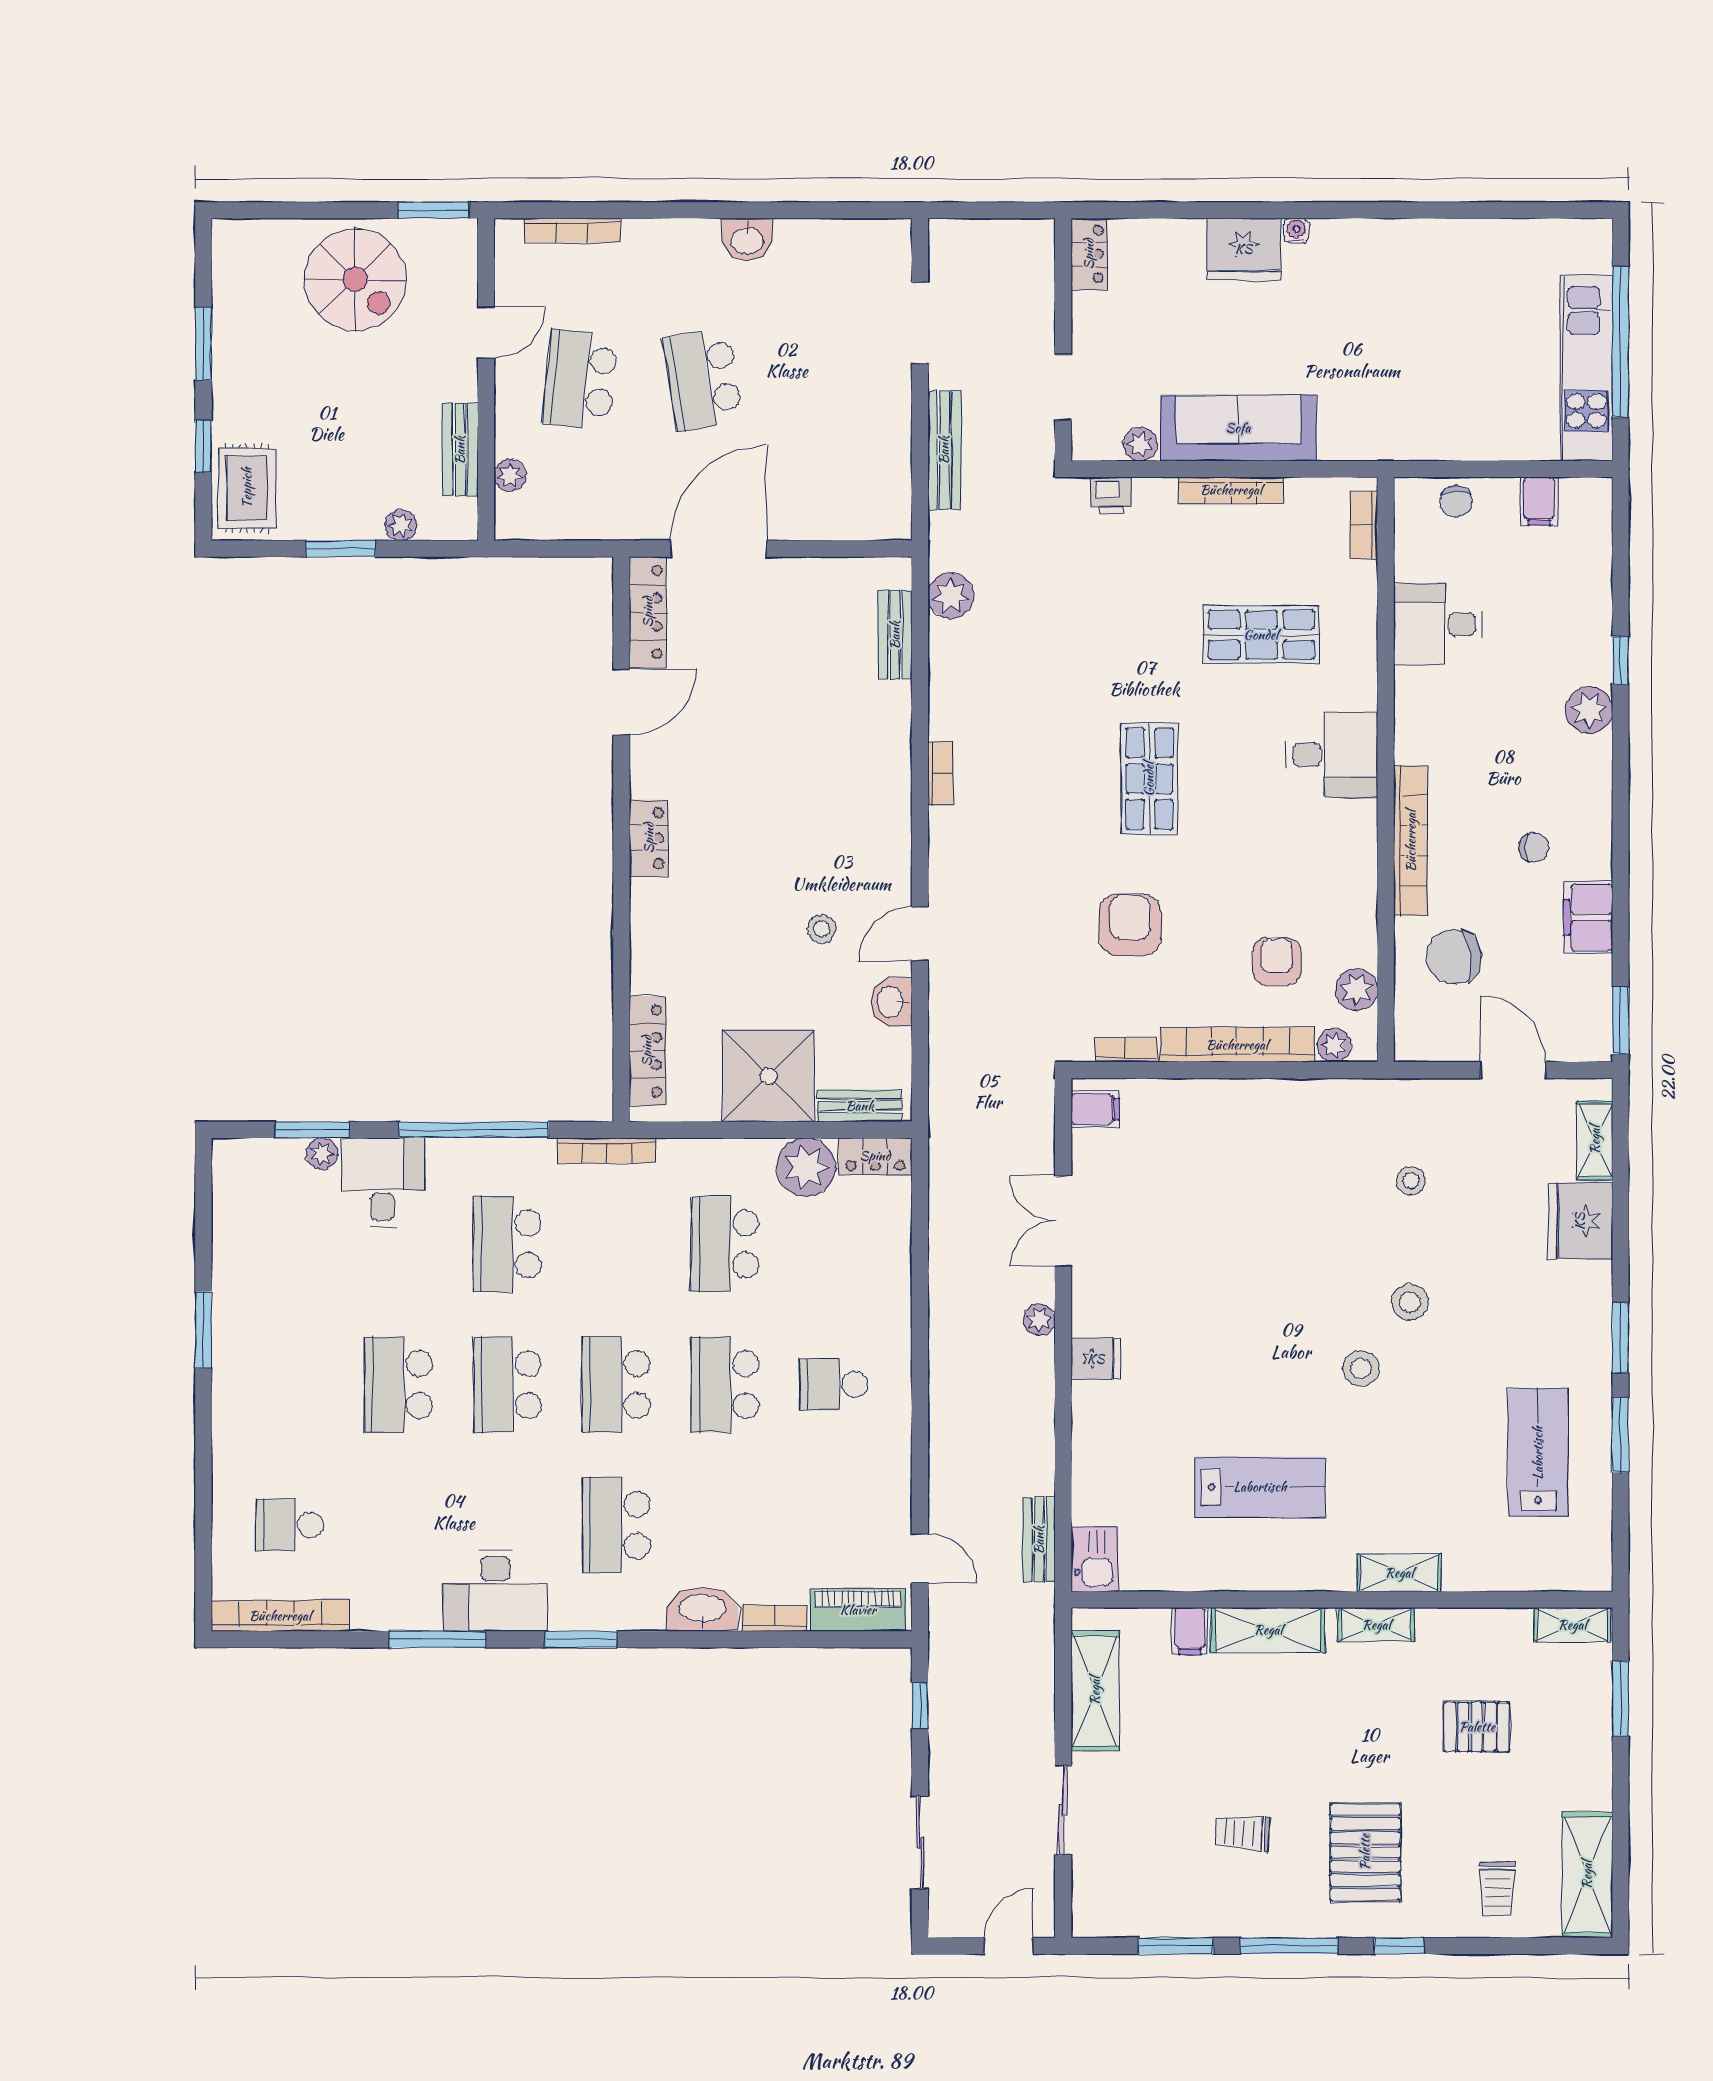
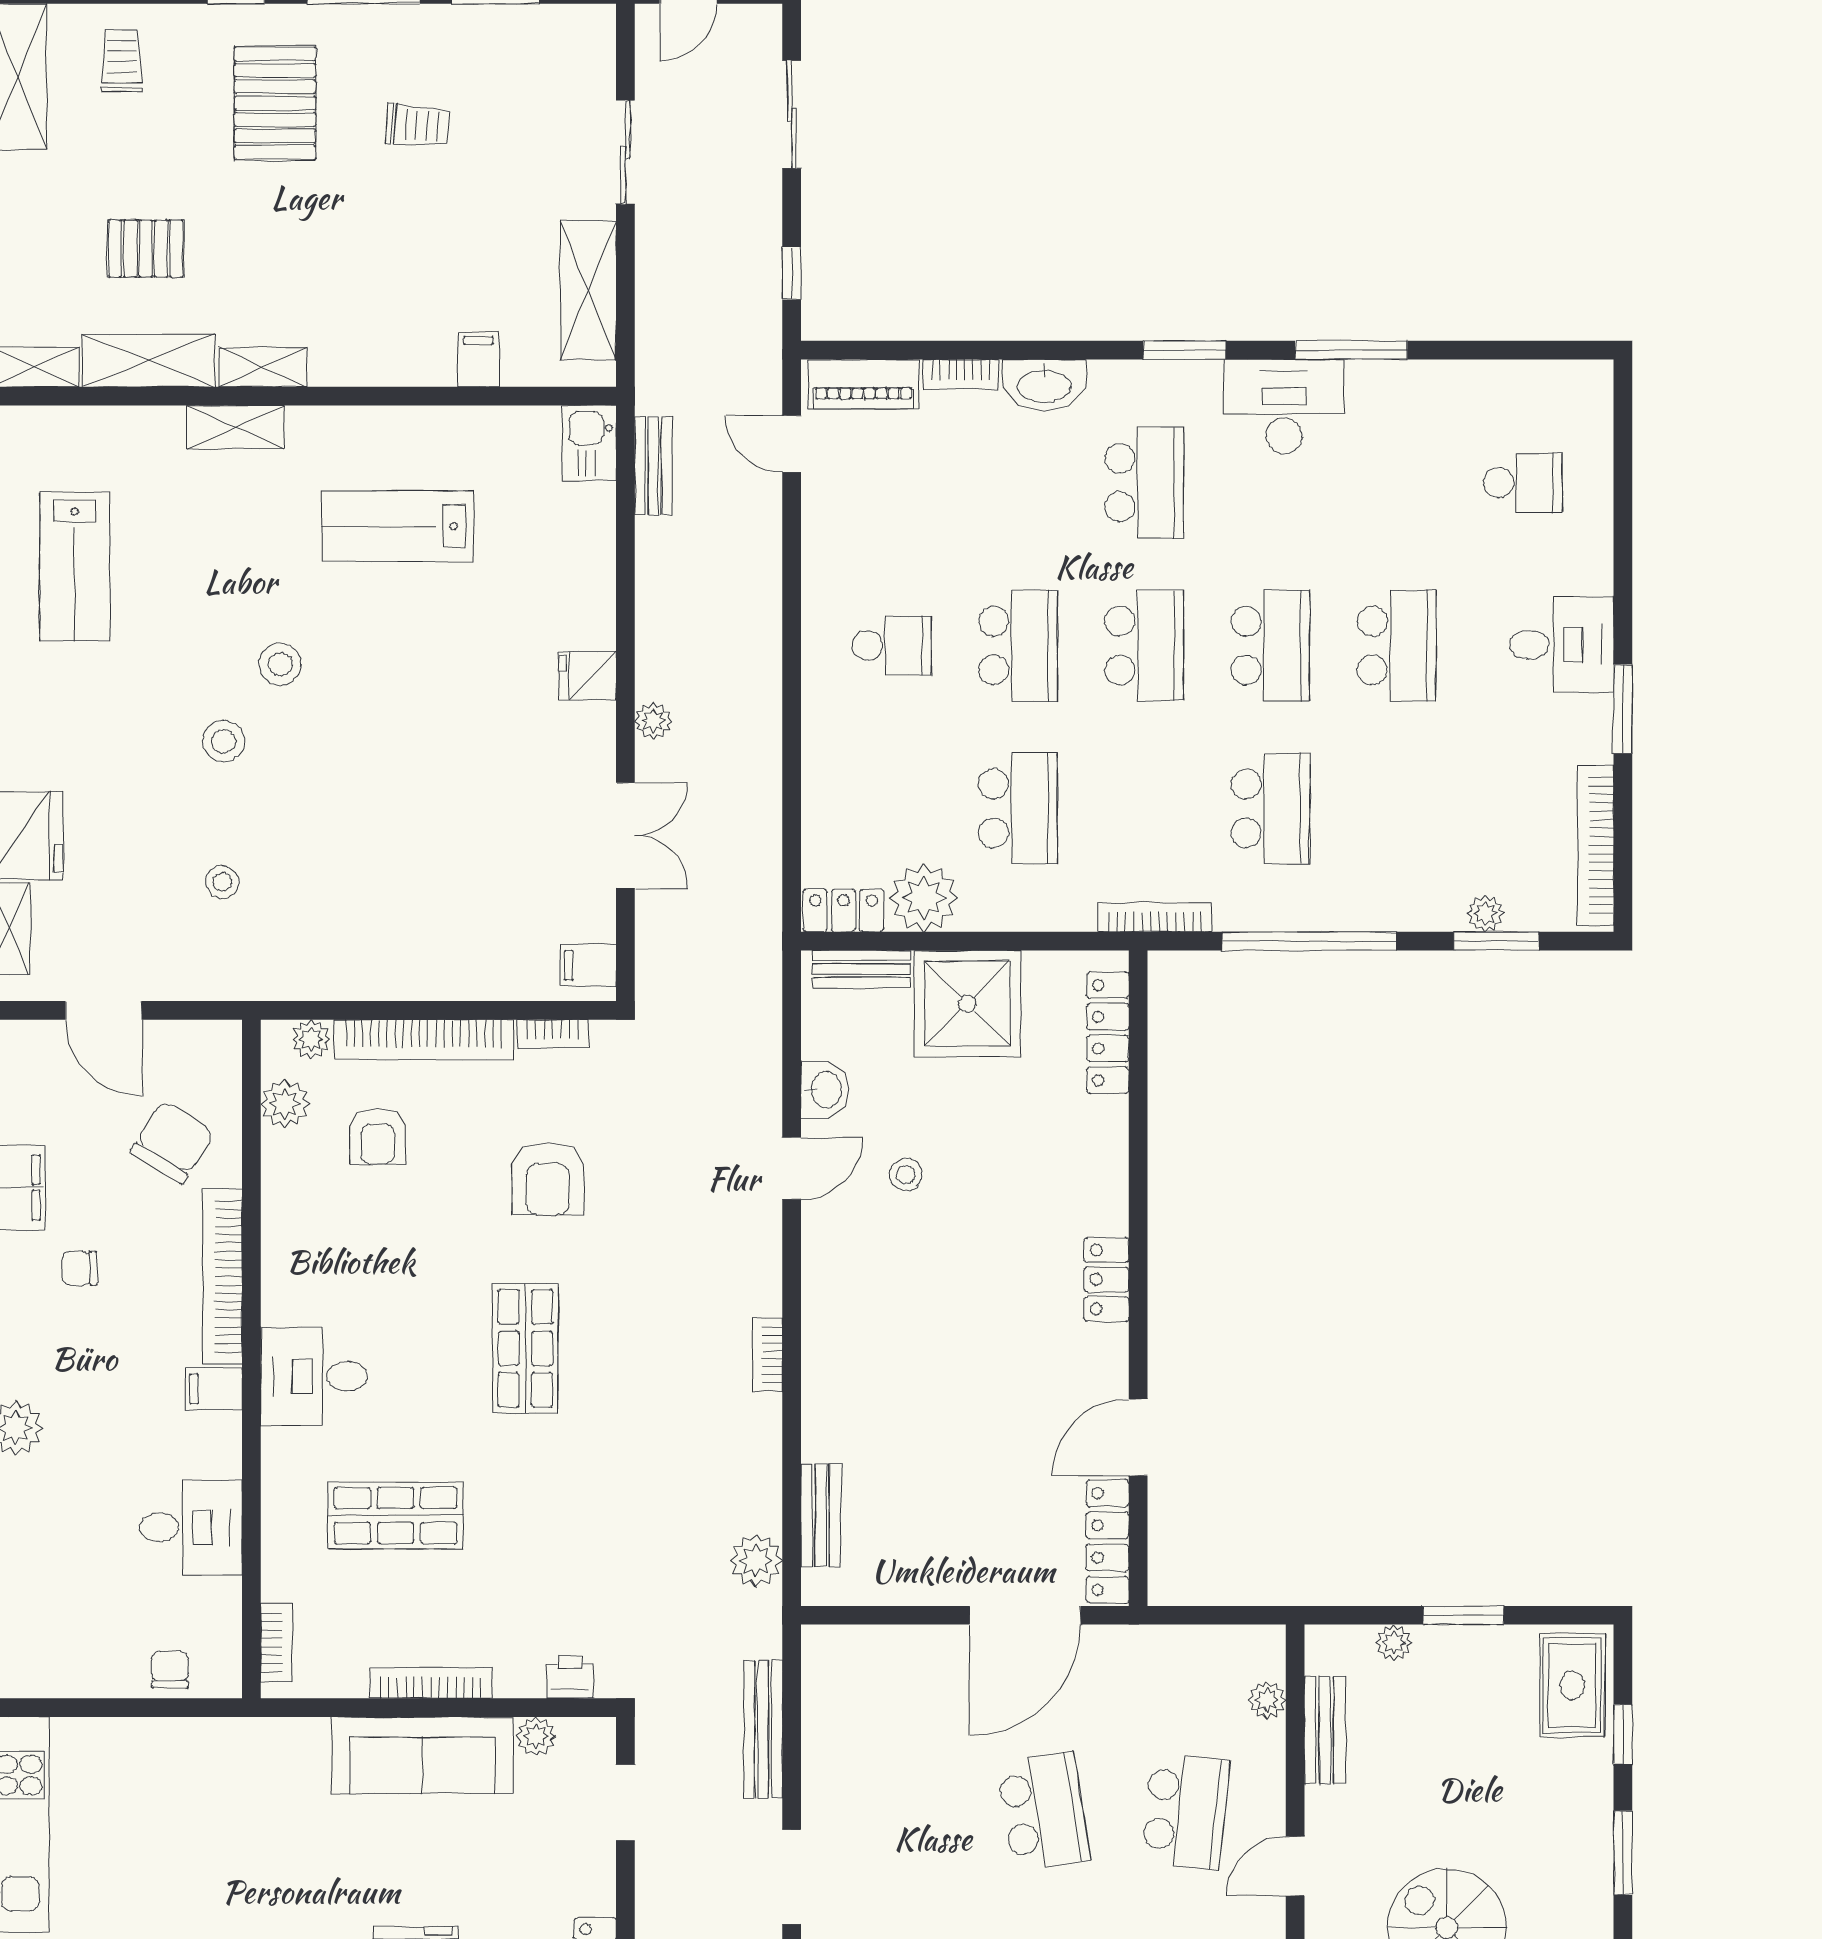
filing cabinet: (1539, 501) -> (214, 1389), moved, turned -90
chair: (1454, 957) -> (172, 1142), turned -51
desk: (383, 1183) -> (1562, 645), moved, turned -90
bookcase: (280, 1616) -> (1595, 845), moved, turned 90
shelving: (1268, 1630) -> (149, 361), moved

